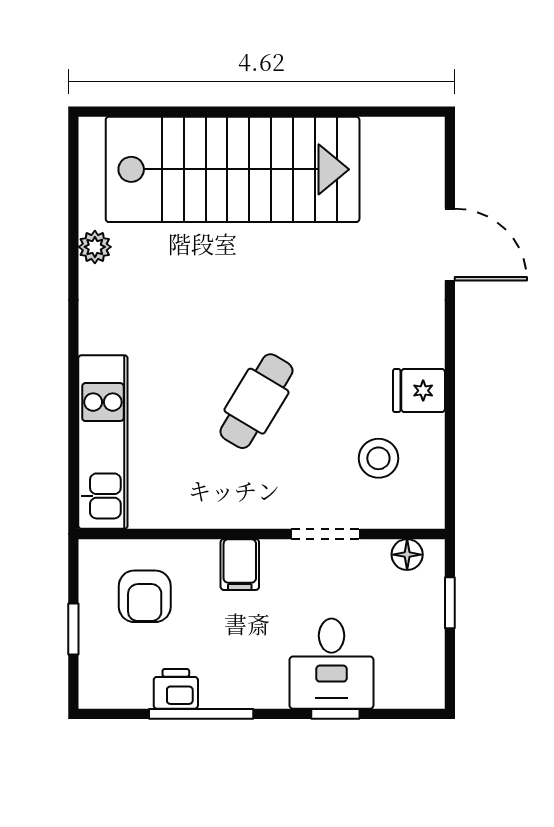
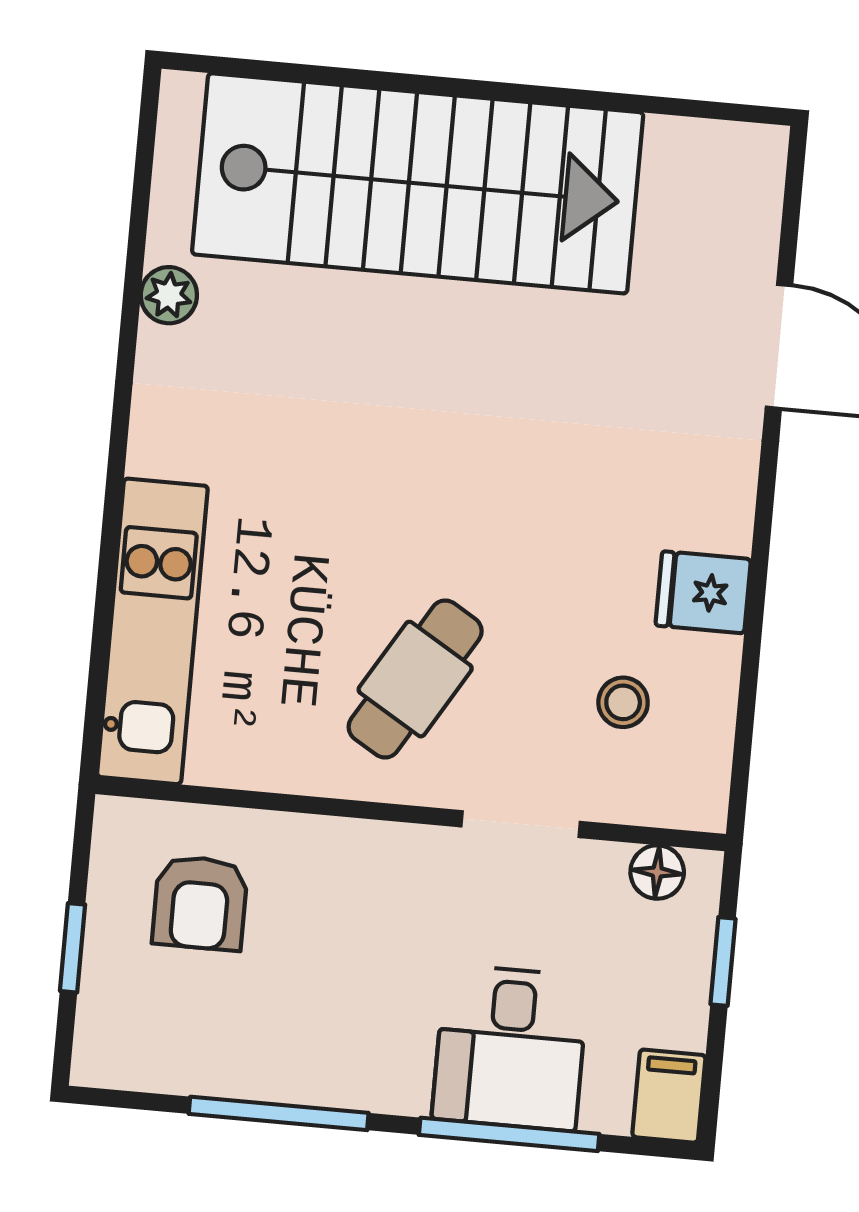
cafe table: (256, 401) -> (415, 679), moved
stool: (378, 458) -> (623, 702), width x0.73, depth x0.73
filing cabinet: (240, 565) -> (669, 1096), moved, turned 180
printer: (176, 689) -> (239, 1067), removed
window: (335, 714) -> (509, 1134), width x2.17

